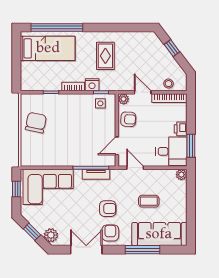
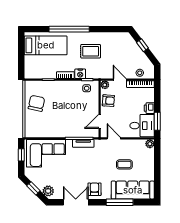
window: (57, 27) -> (69, 29), moved
rug: (105, 56) -> (91, 51), turned 90
armchair: (108, 209) -> (92, 170), removed

